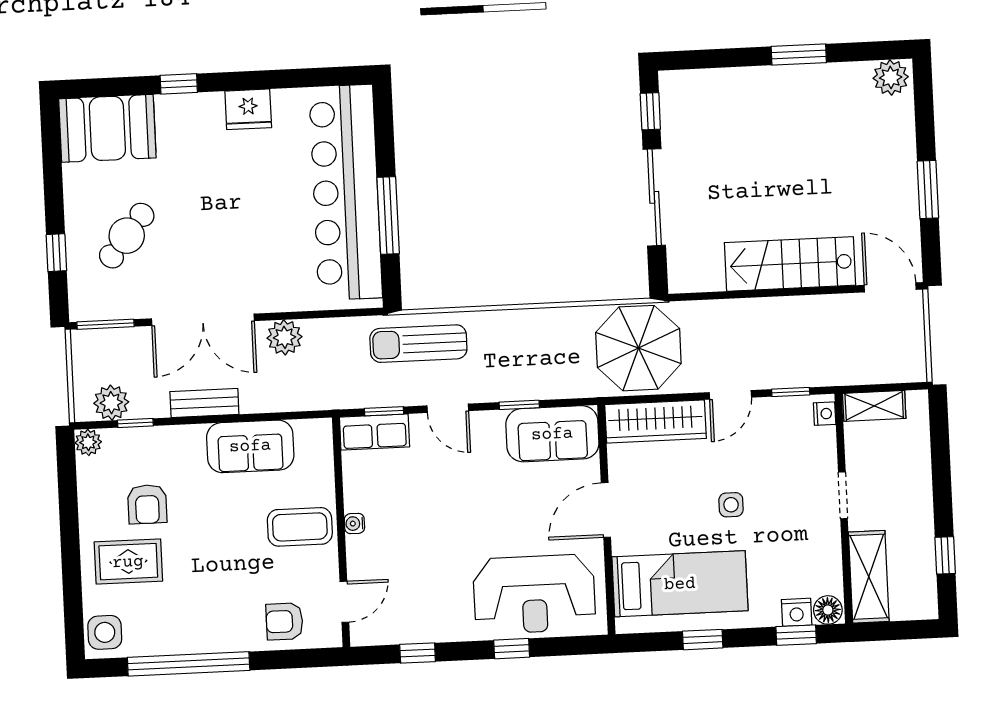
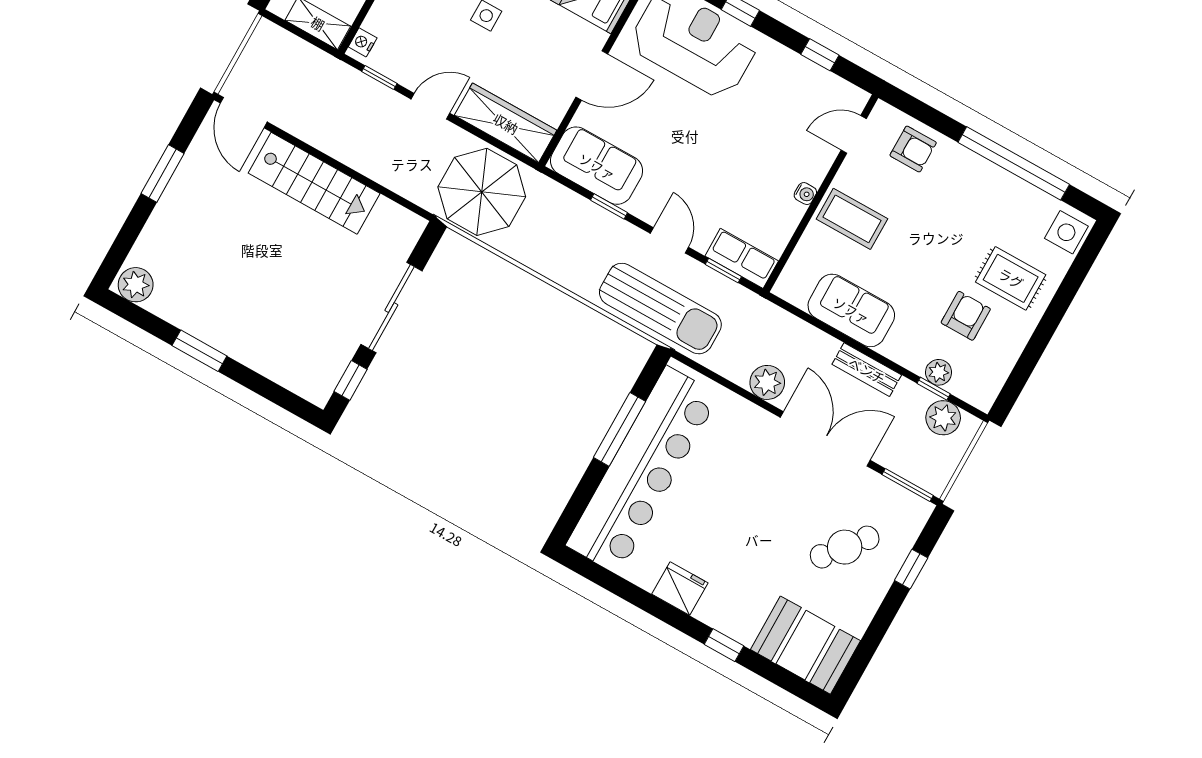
sun lounger: (418, 344) -> (660, 309), width x1.36, depth x1.34
plant: (88, 442) -> (939, 372), moved

